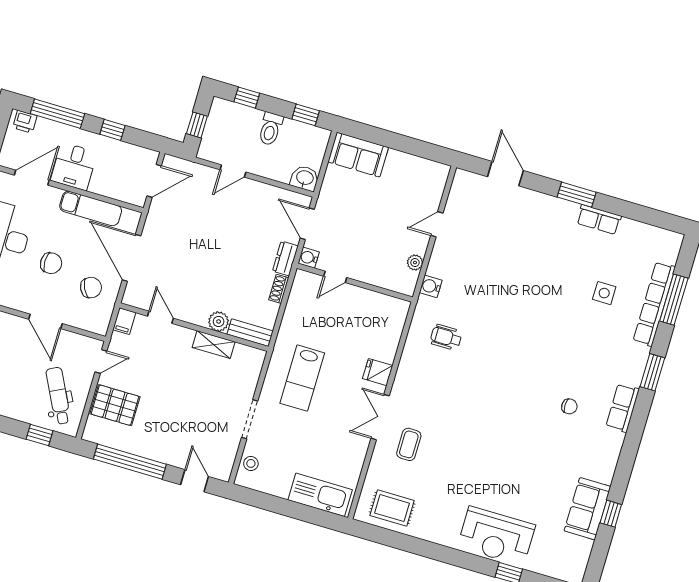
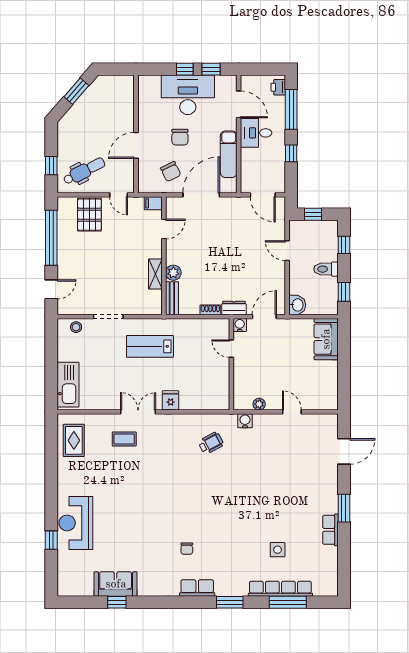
wheelchair: (446, 337) -> (211, 443), turned 62

